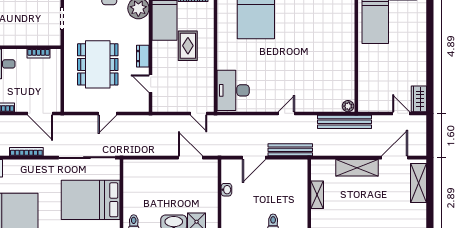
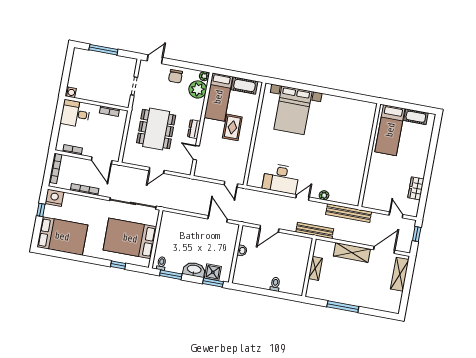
desk: (233, 90) -> (281, 179), moved, turned -90
wardrobe: (419, 99) -> (416, 188), moved
plant: (348, 106) -> (324, 195), moved
window: (430, 132) -> (417, 234), added
bench: (290, 150) -> (315, 230), moved

